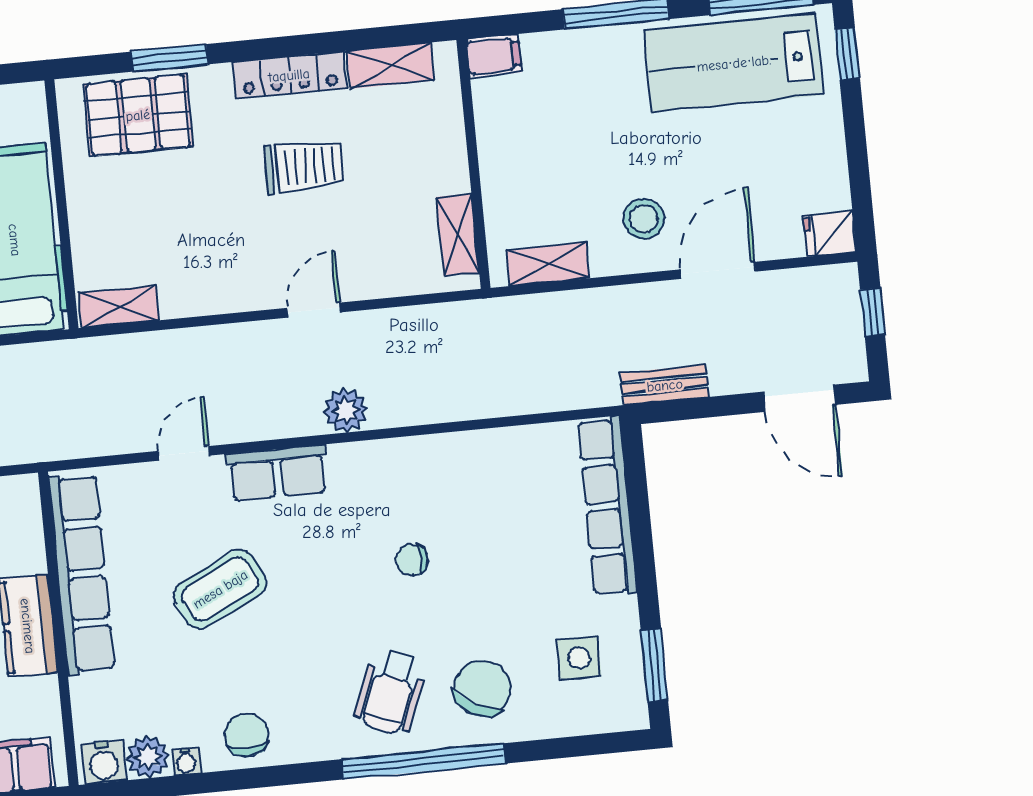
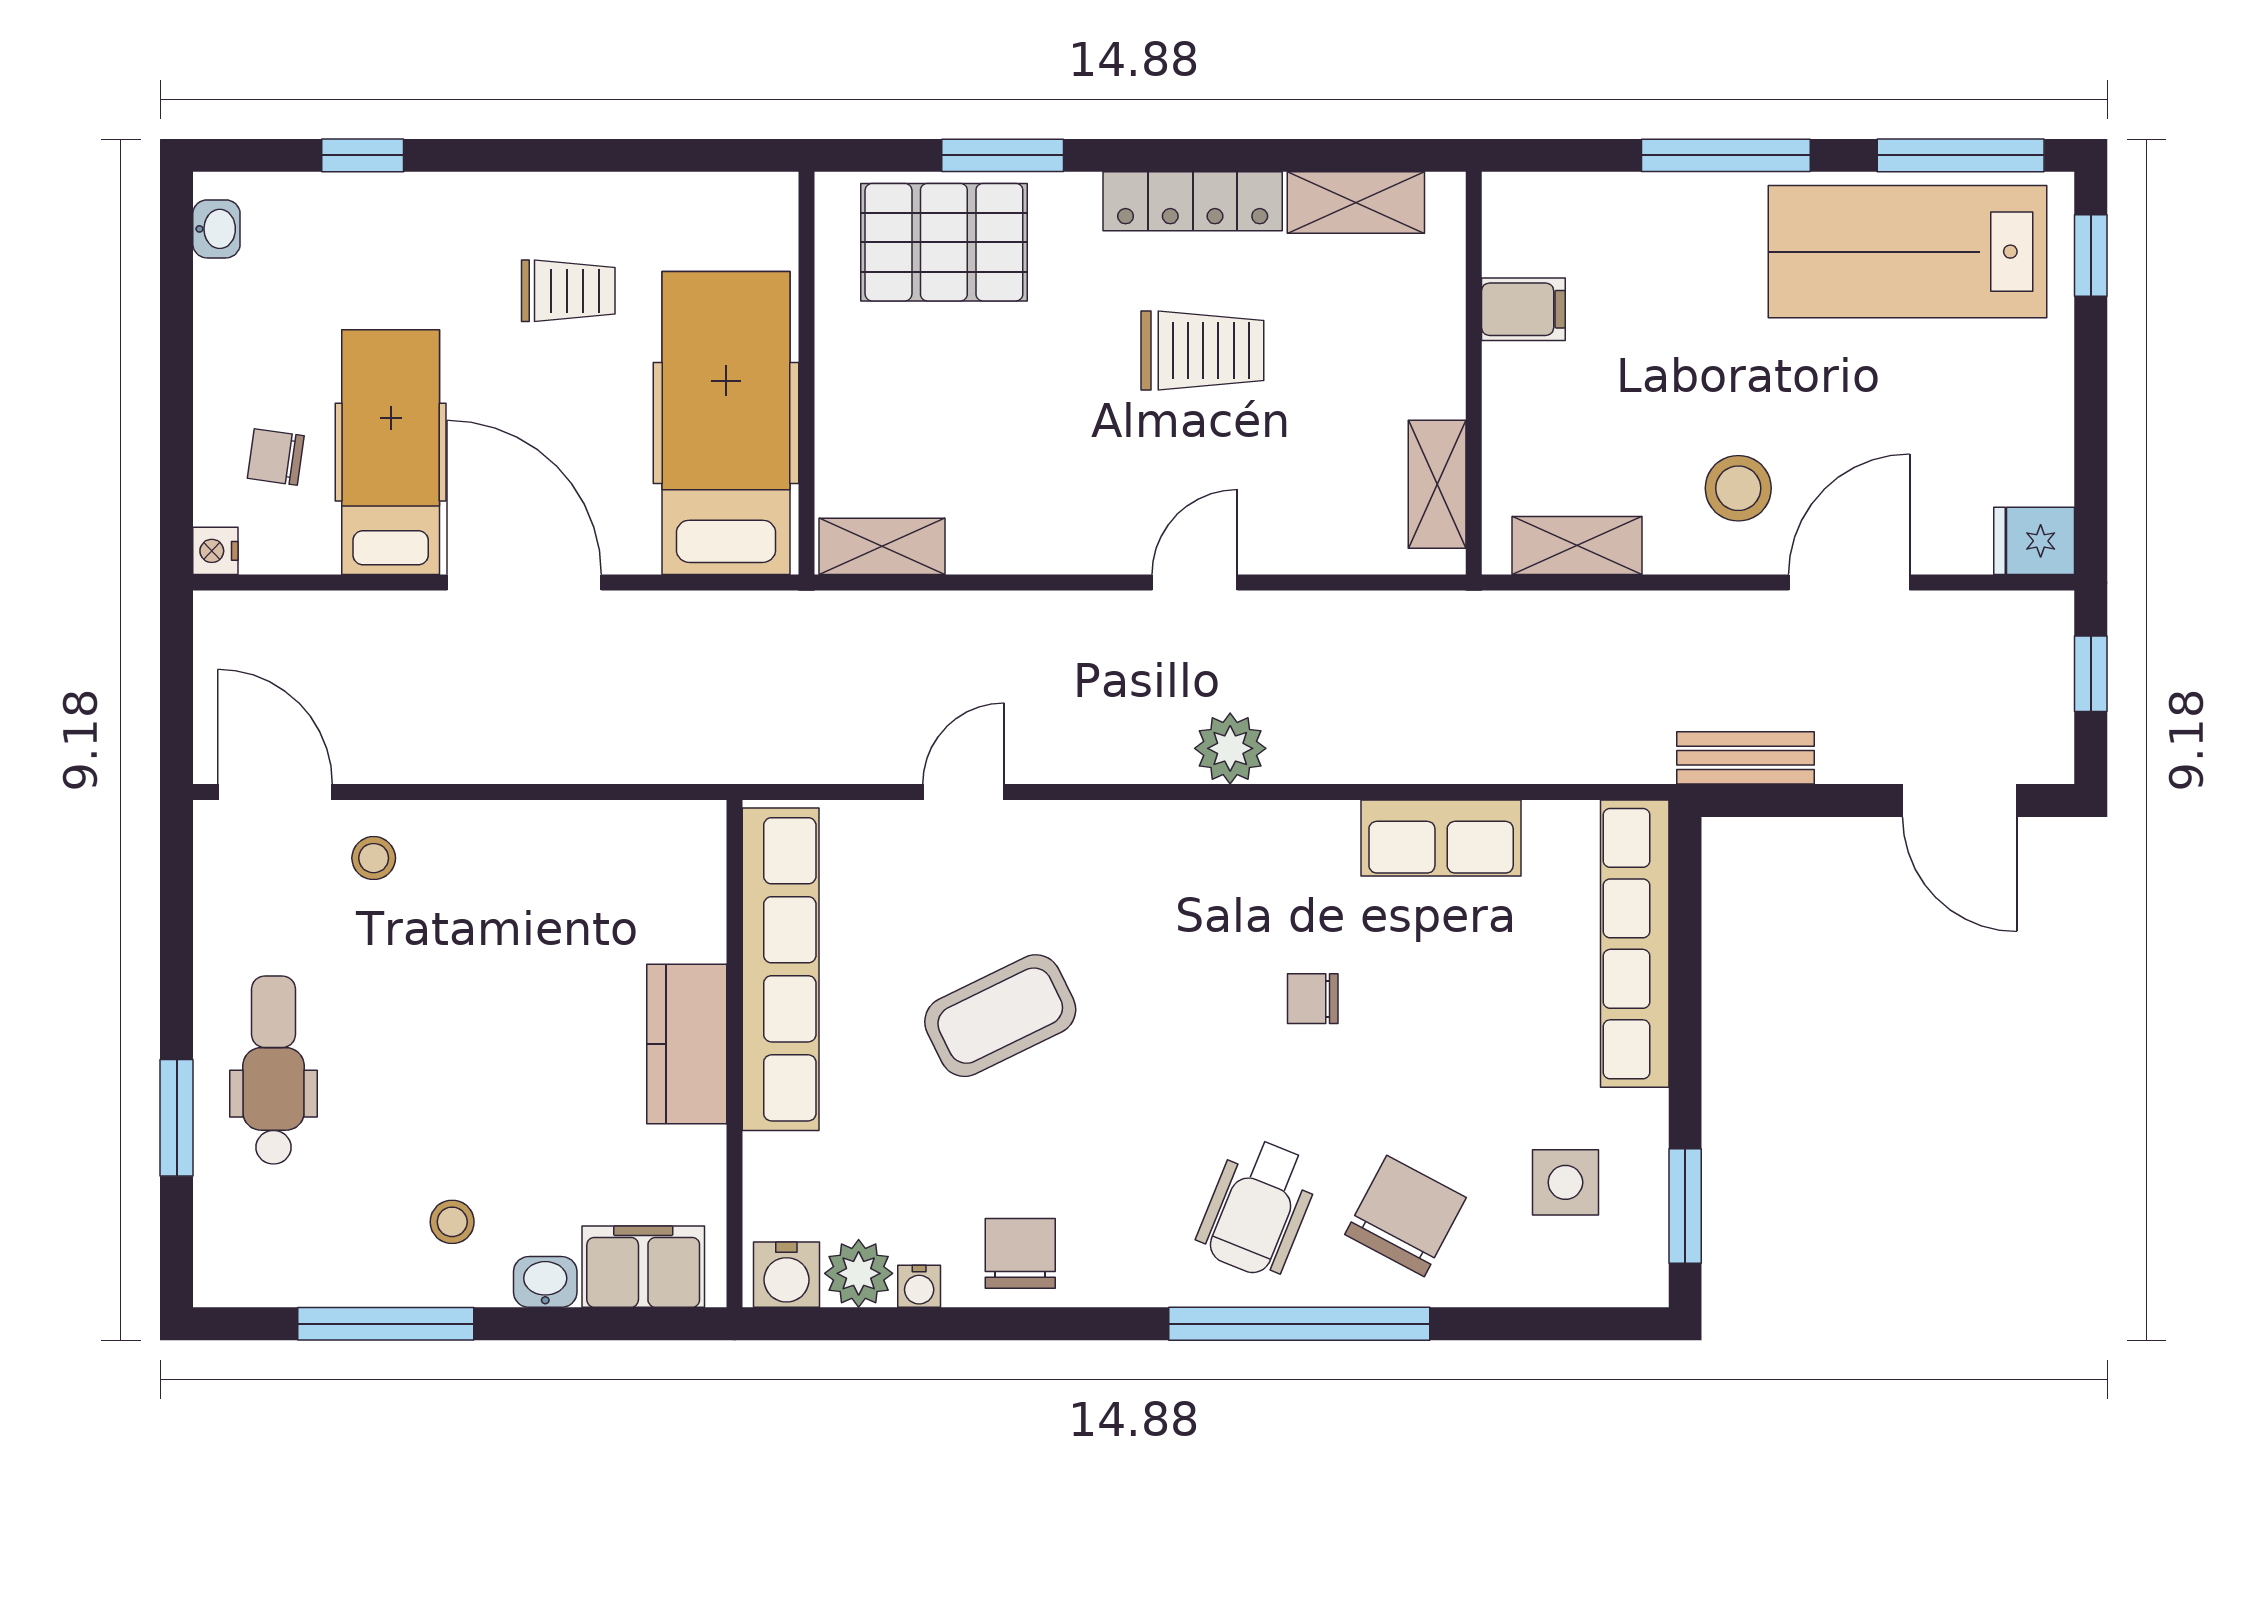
filing cabinet: (494, 56) -> (1523, 309), moved
row of seats: (277, 473) -> (1441, 838), moved

